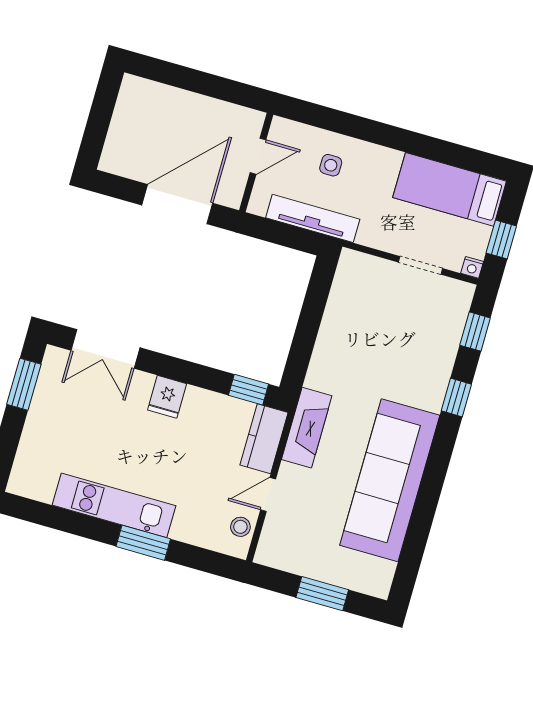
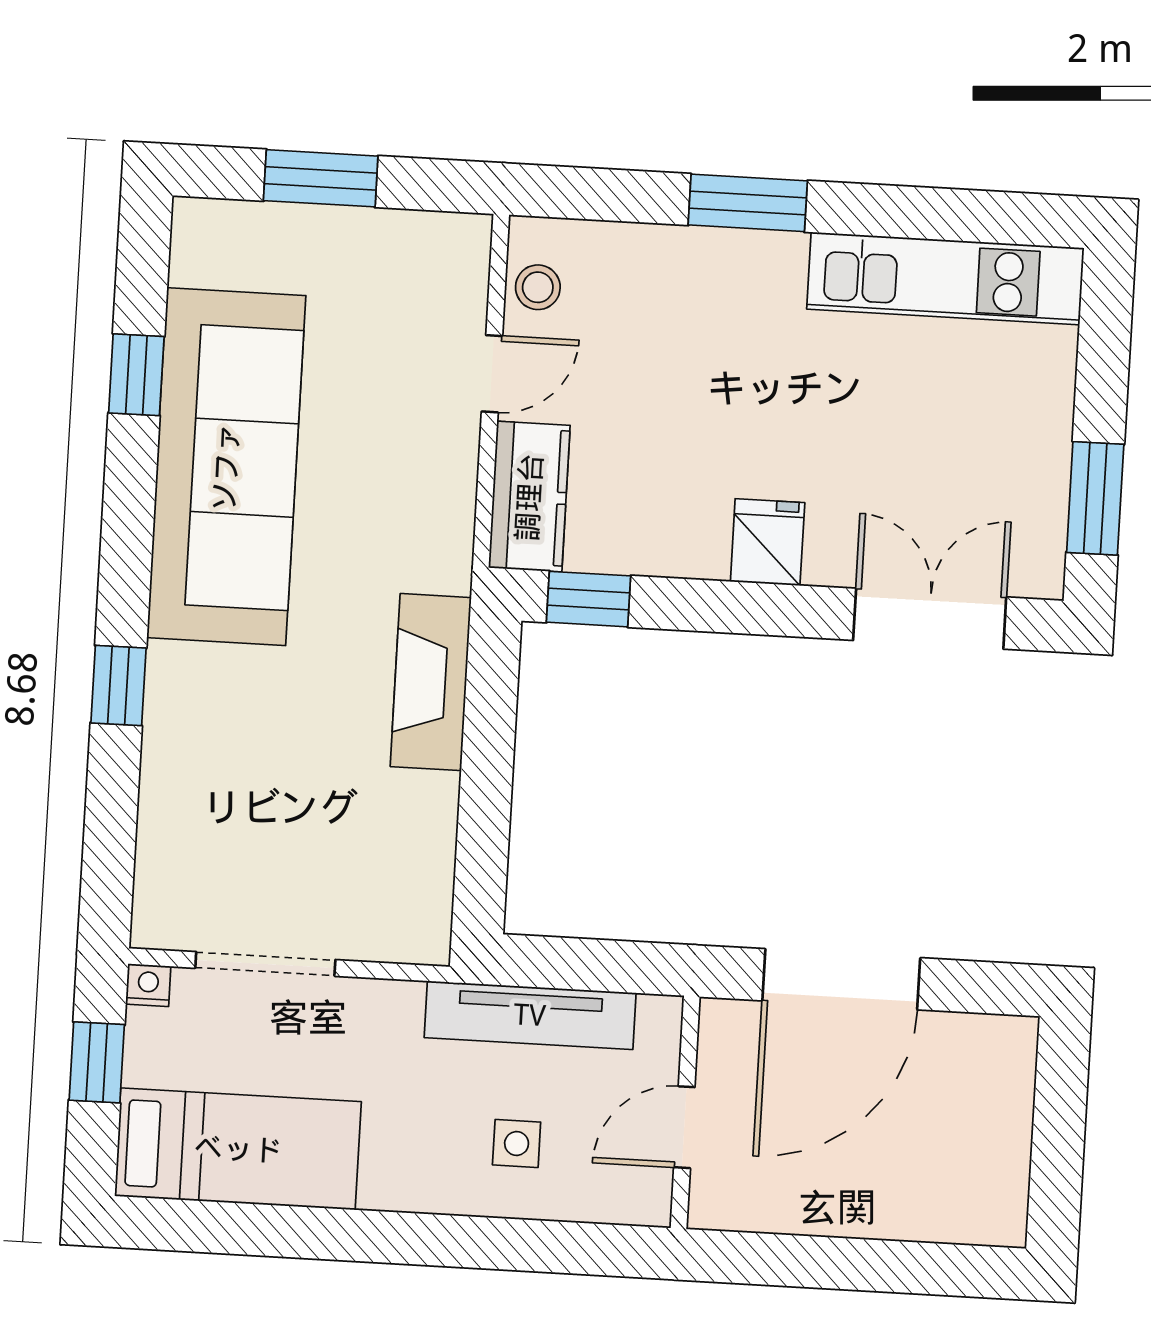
doorway: (420, 265) -> (265, 964), width x1.38
window: (475, 332) -> (136, 375), moved
fireplace: (307, 428) -> (431, 682), moved
kitchen unit: (114, 505) -> (945, 278), moved

